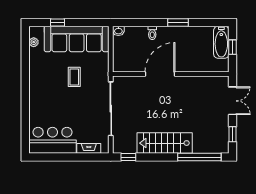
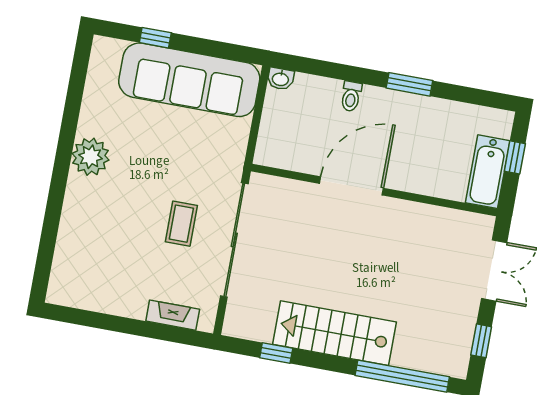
plant: (34, 42) -> (91, 157), moved, width x1.88, depth x1.88
bathtub: (221, 42) -> (488, 172), moved
coffee table: (74, 77) -> (181, 224), moved
bar counter: (52, 140) -> (99, 284), removed
window: (128, 157) -> (276, 353), moved

